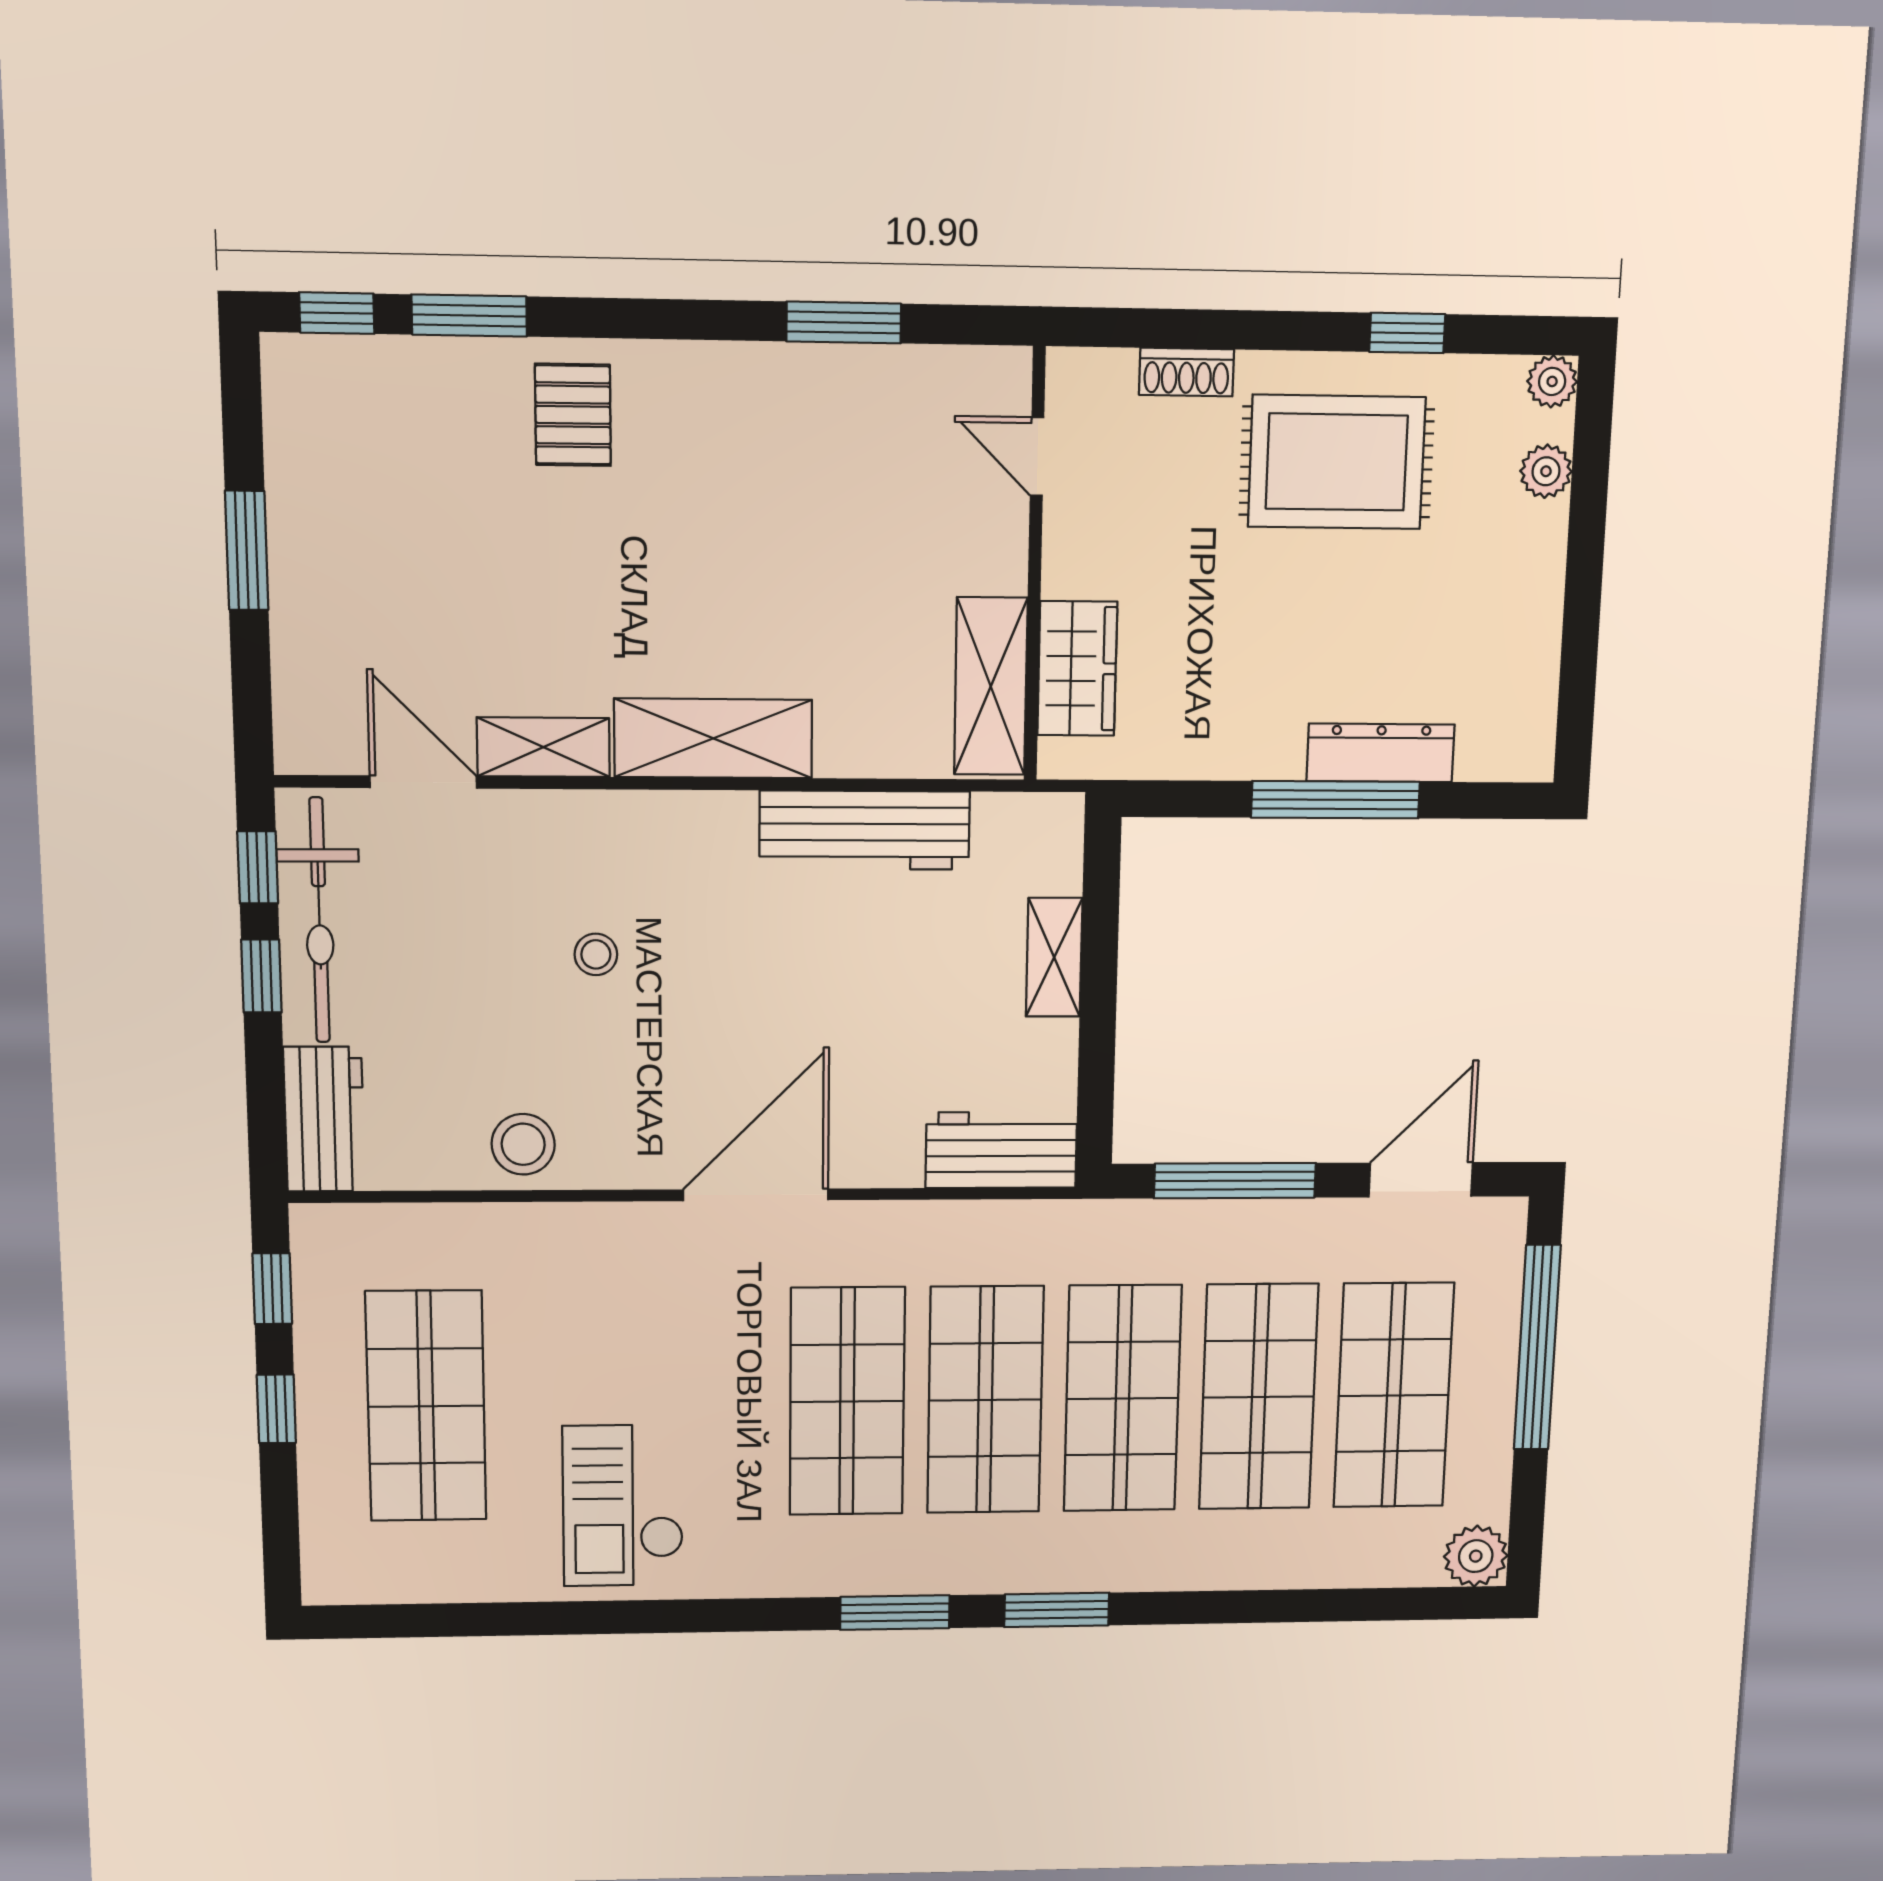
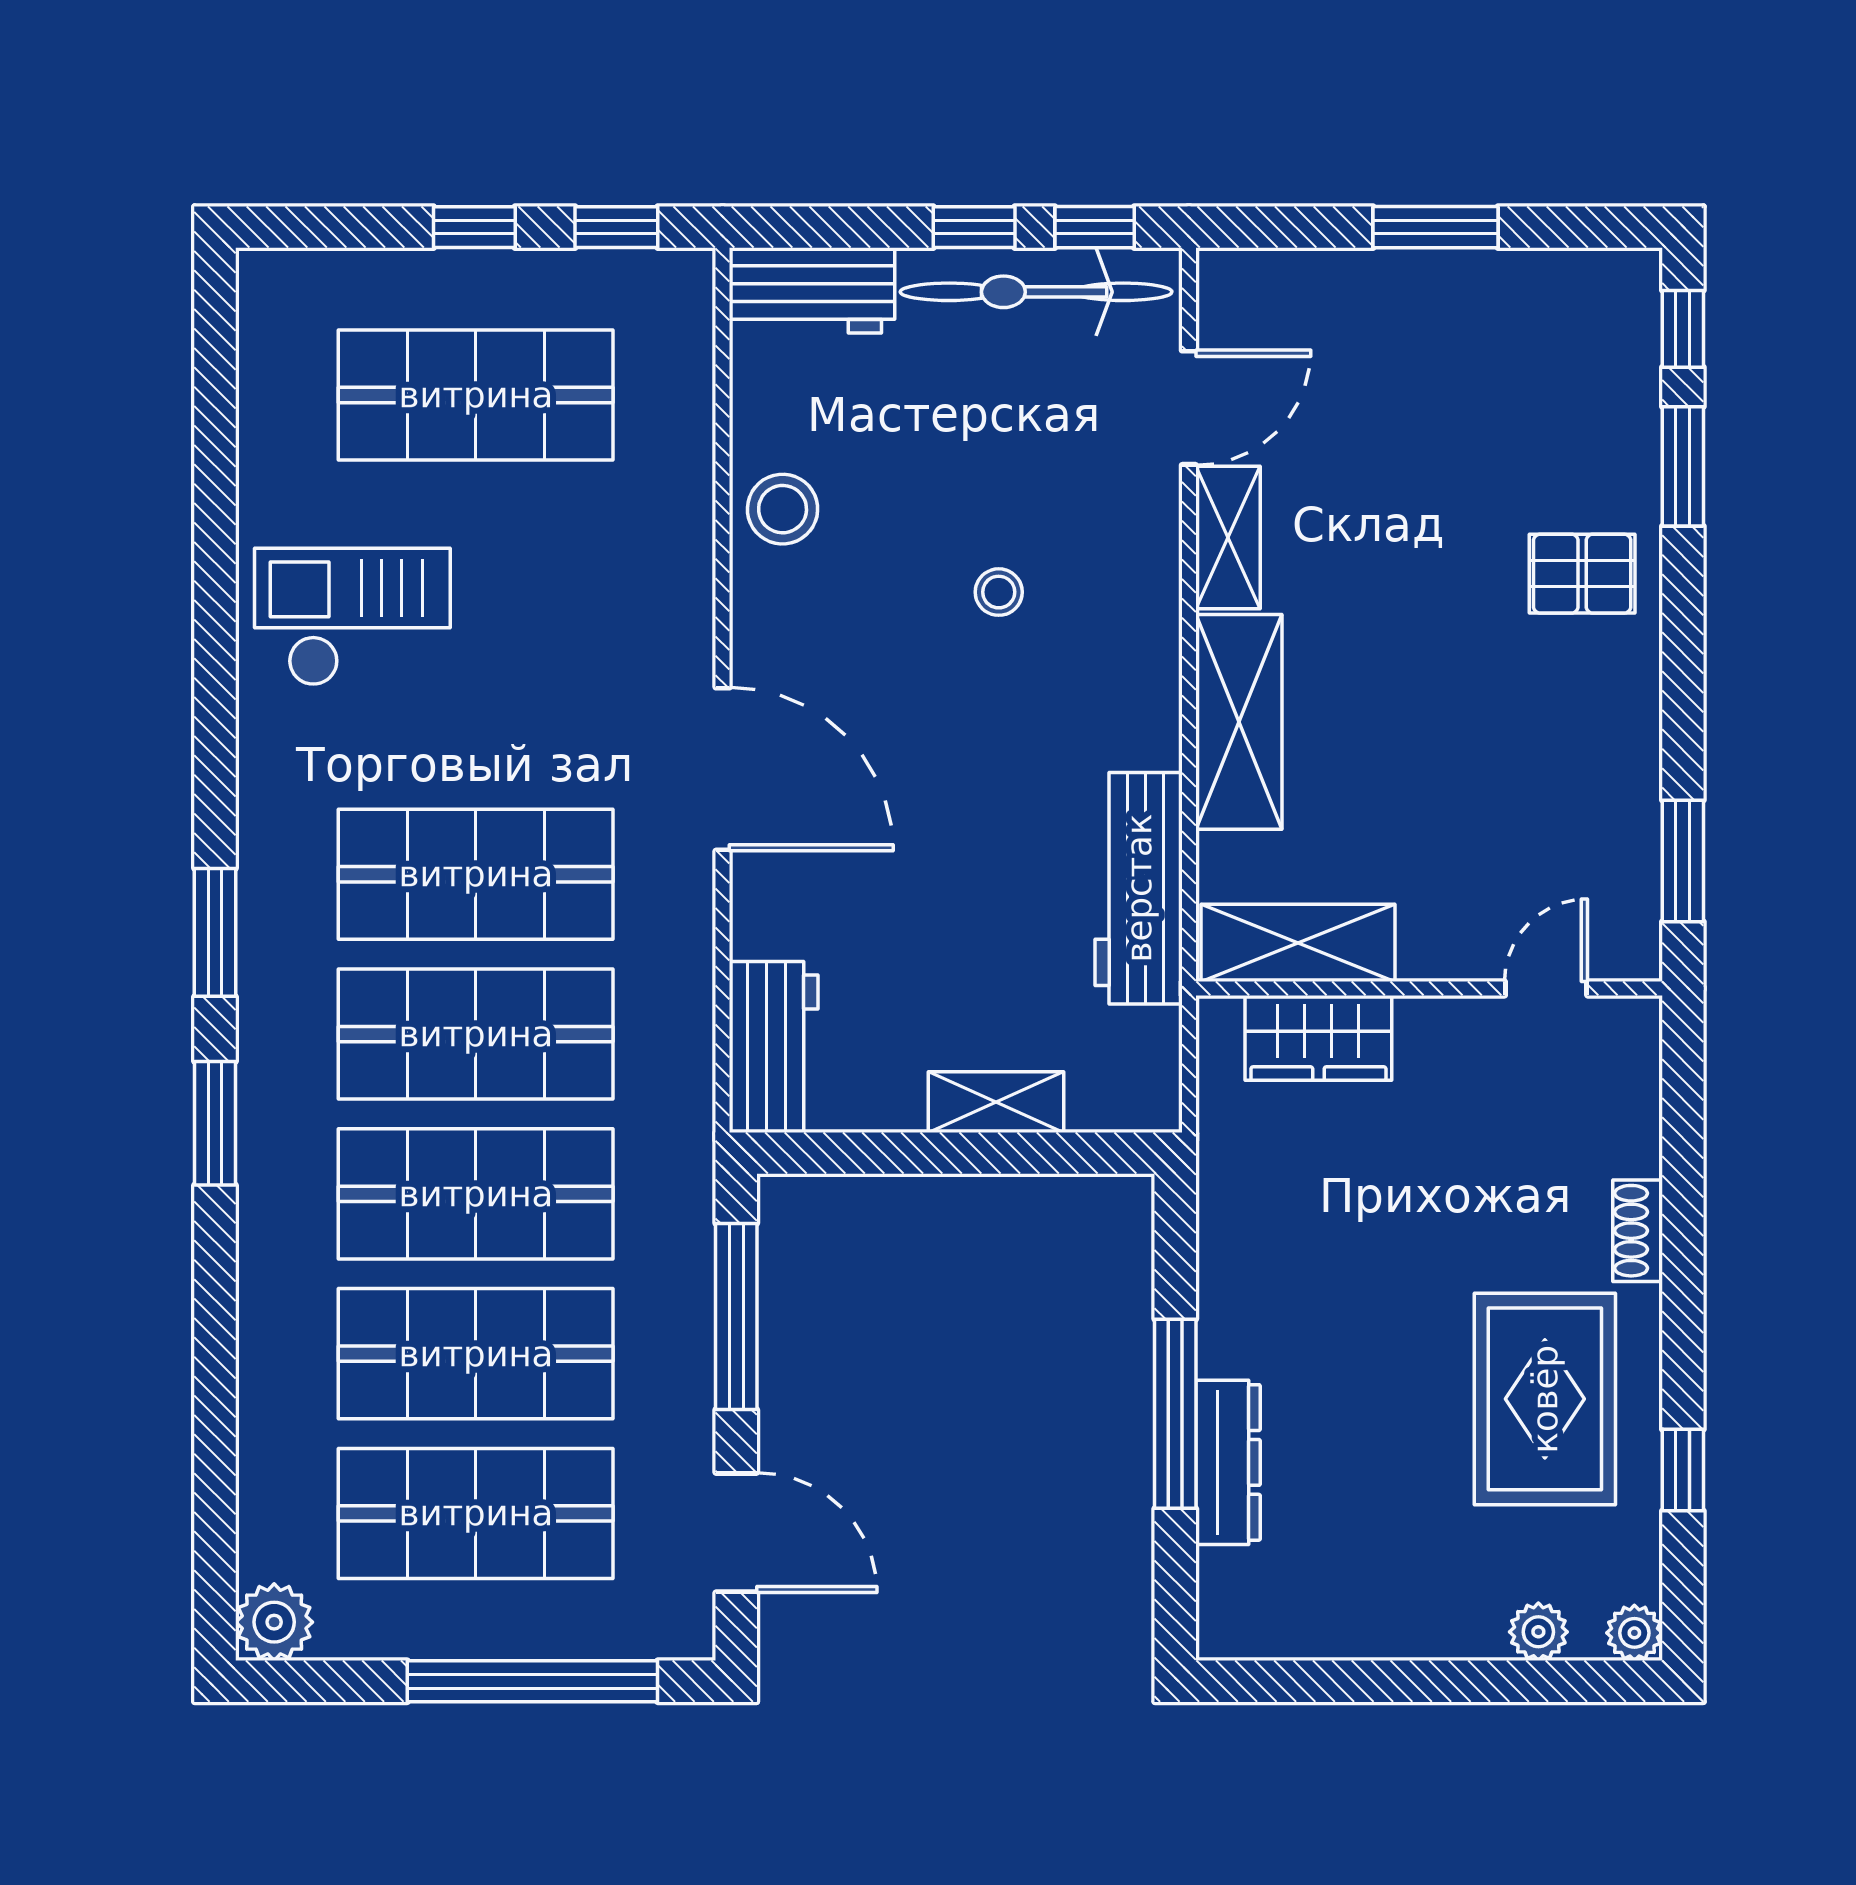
door: (1037, 456) -> (1546, 988), moved
wall: (1035, 566) -> (1429, 988), moved
wardrobe: (1077, 669) -> (1318, 1038), moved
shelving: (991, 686) -> (1298, 943), moved

